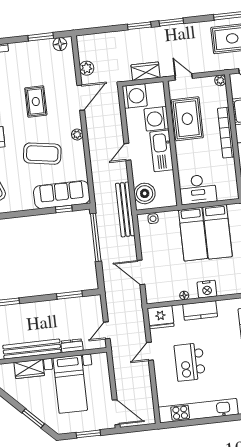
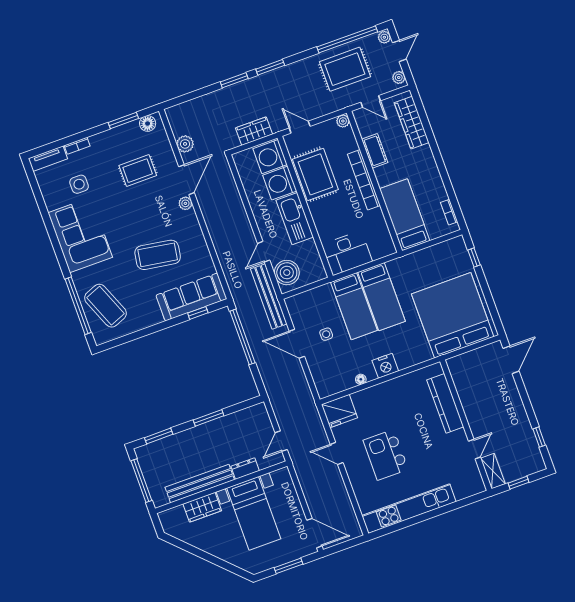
washing machine: (135, 96) -> (270, 157), moved, turned 180
rug: (36, 101) -> (138, 171), moved, turned 90
plant: (77, 135) -> (185, 203), moved
door: (127, 152) -> (264, 252), moved
side table: (153, 219) -> (326, 334), moved
door: (141, 272) -> (297, 344), moved
window: (69, 295) -> (209, 418), moved
kitchen counter: (200, 310) -> (383, 392), removed
door: (150, 351) -> (337, 453), hinge flipped
window: (33, 418) -> (221, 563), removed

